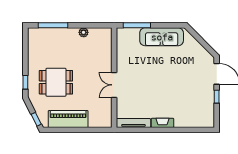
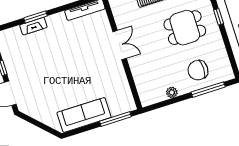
chair: (56, 44) -> (198, 70), added
fireplace: (163, 123) -> (33, 26), moved
window: (176, 130) -> (36, 17), added

